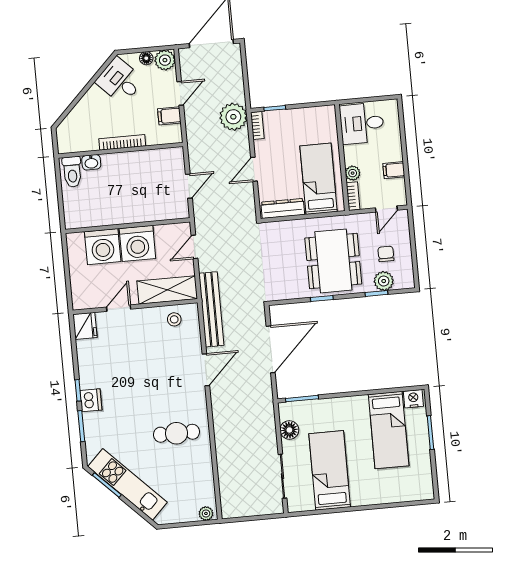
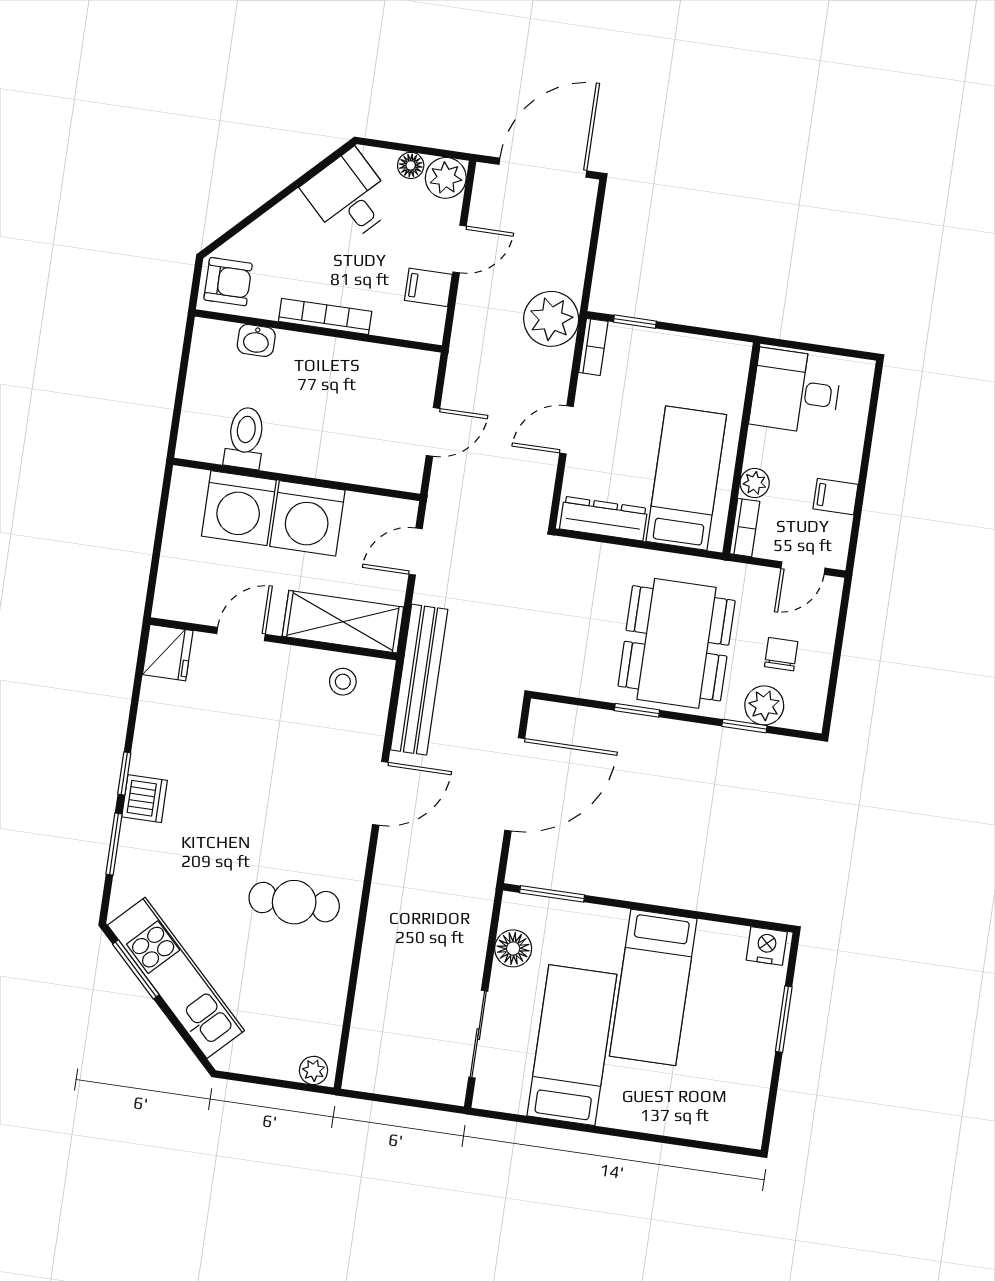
armchair: (70, 137) -> (228, 282), added
toilet: (72, 172) -> (245, 438), moved, turned 180
bed: (389, 430) -> (653, 987), moved

